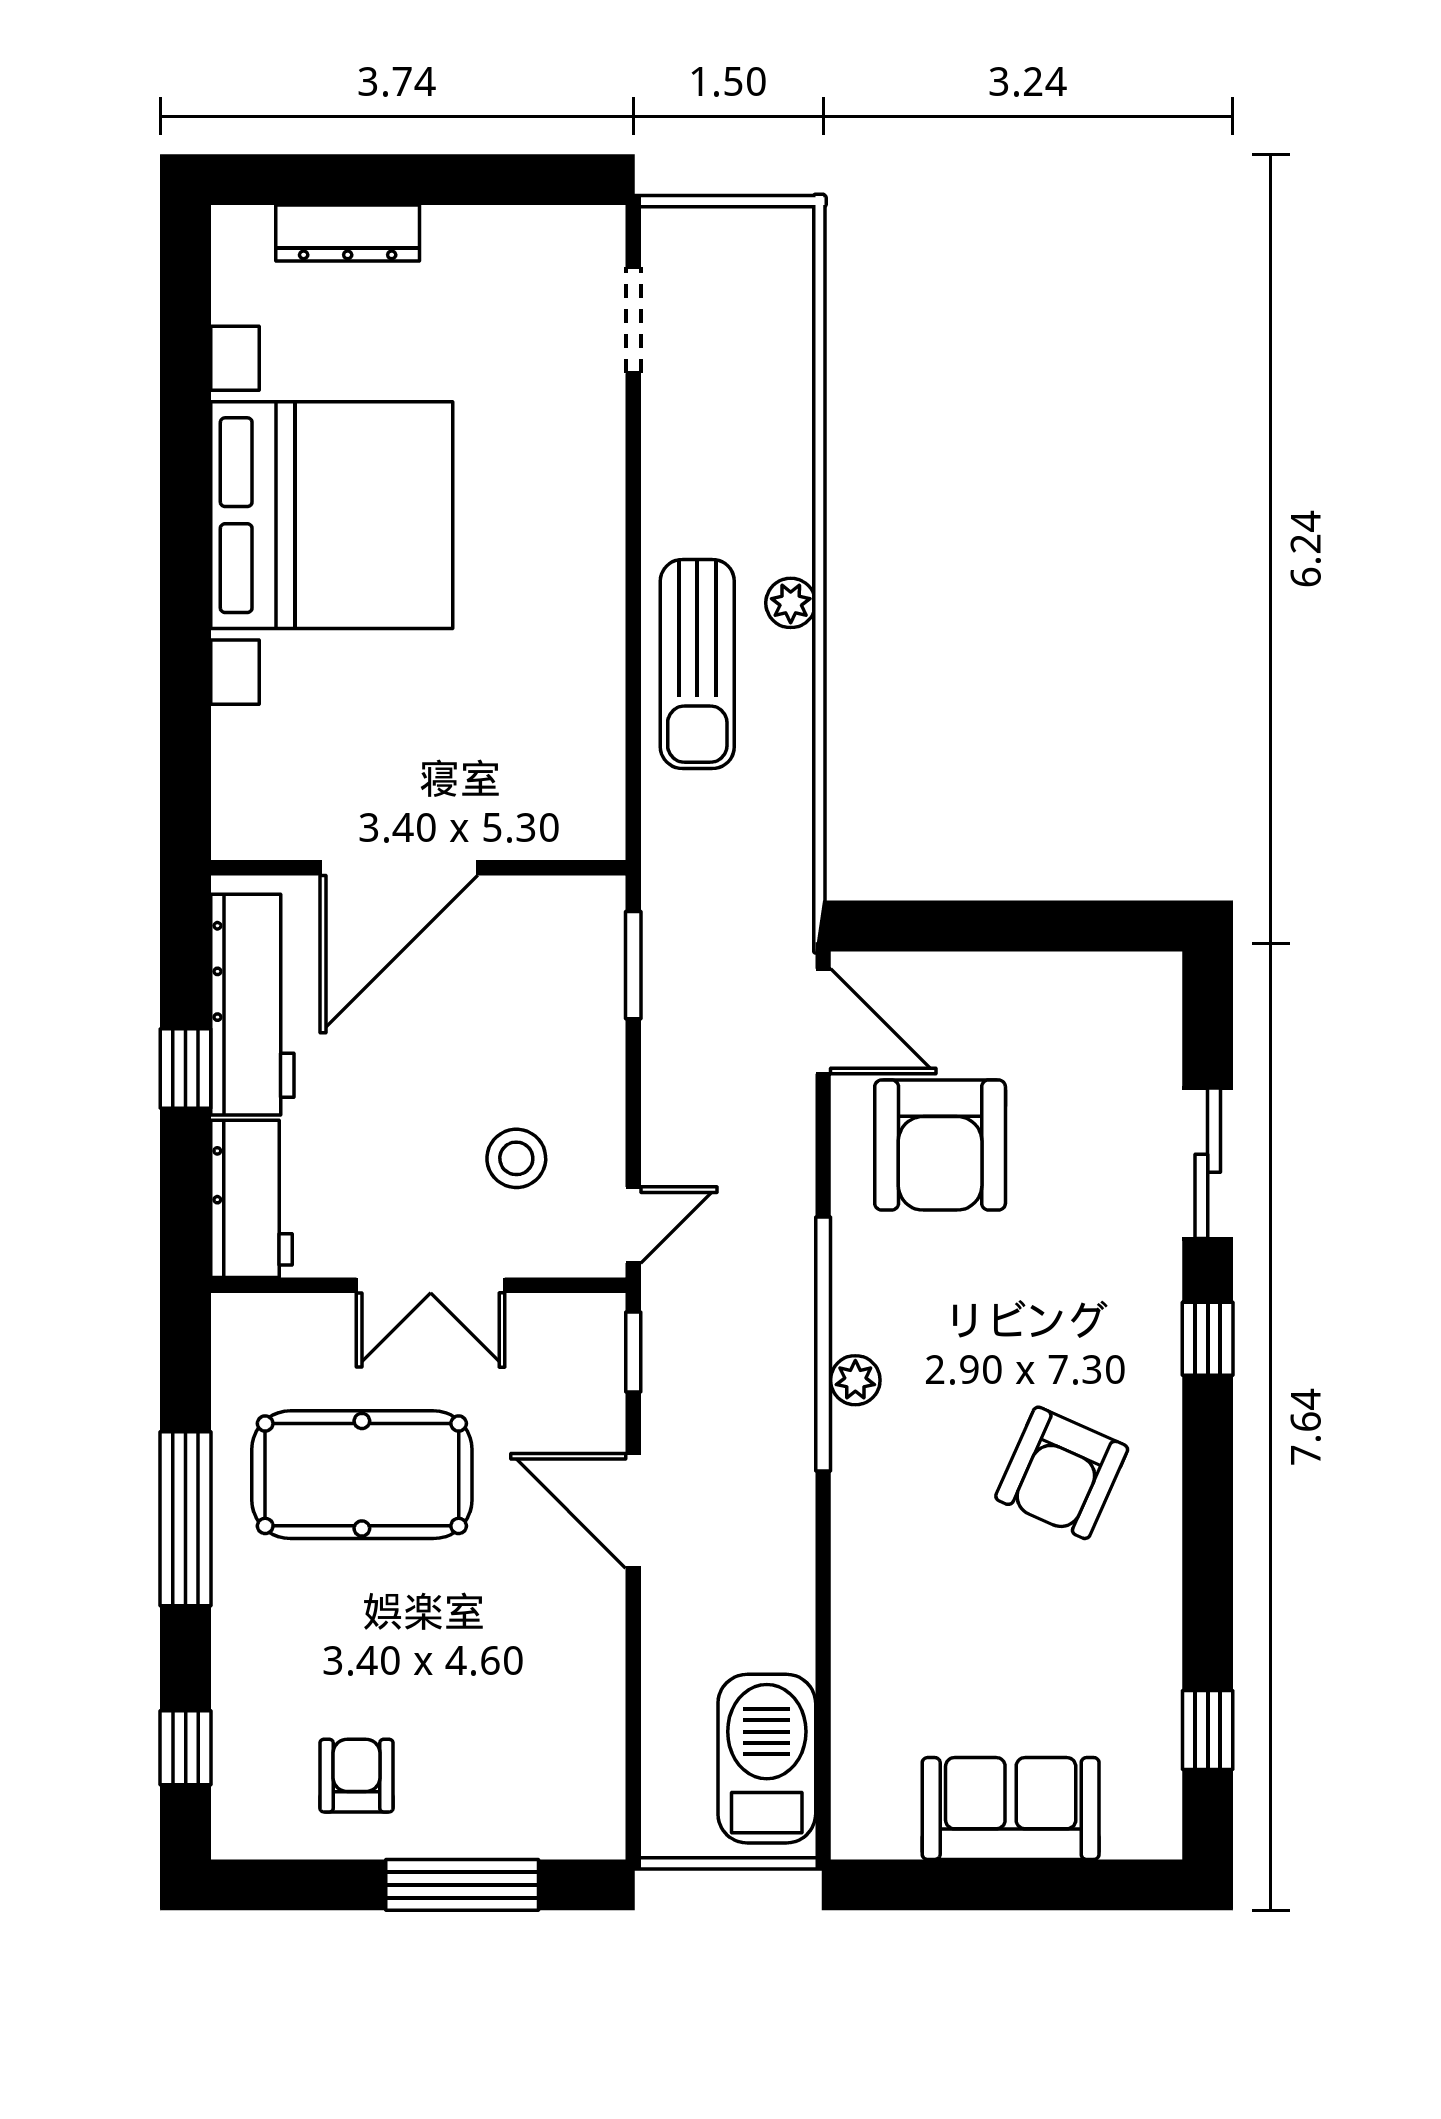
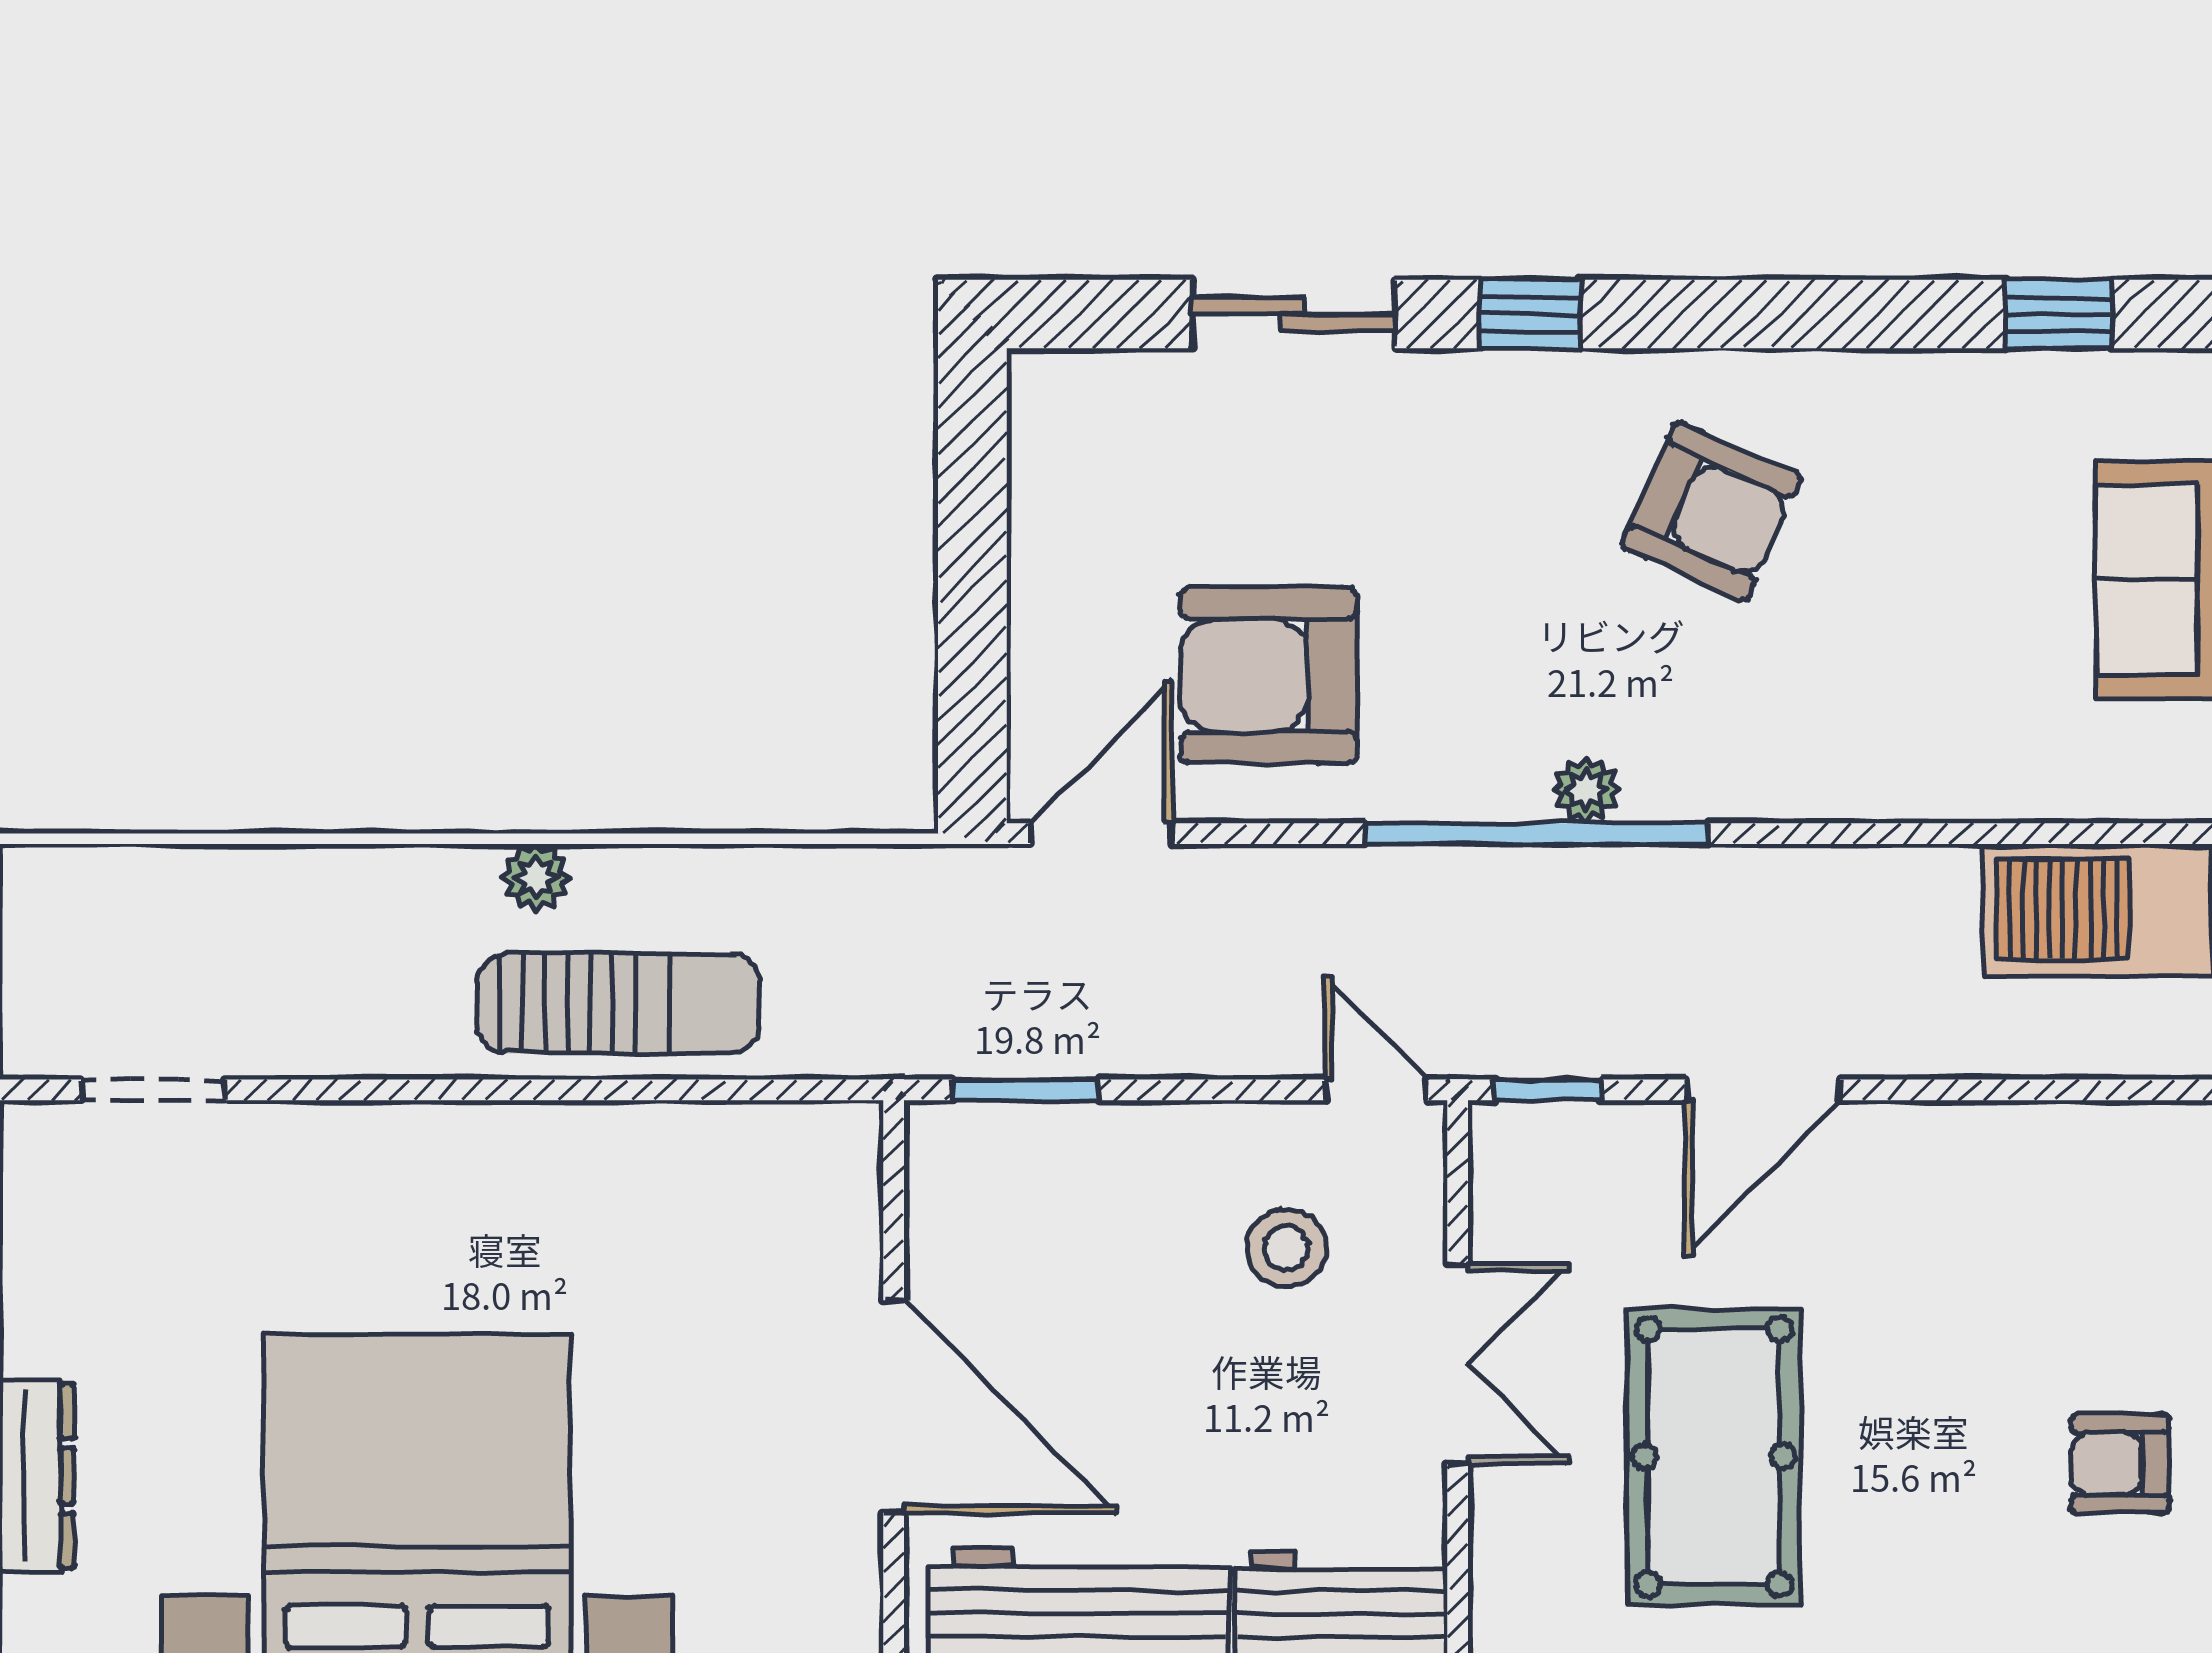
armchair: (940, 1145) -> (1268, 675), turned 180

